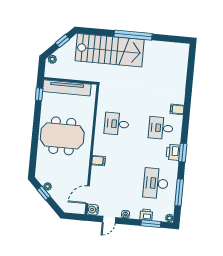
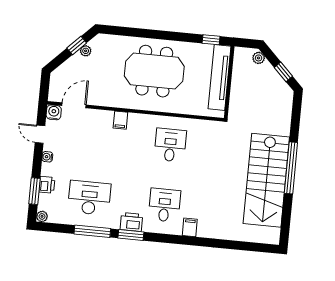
stairs: (110, 50) -> (266, 180), moved
meeting table: (62, 136) -> (154, 71), turned 90
window: (179, 192) -> (92, 231), moved
door: (88, 195) -> (74, 105), hinge flipped

